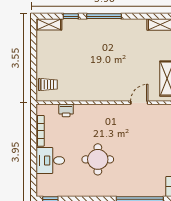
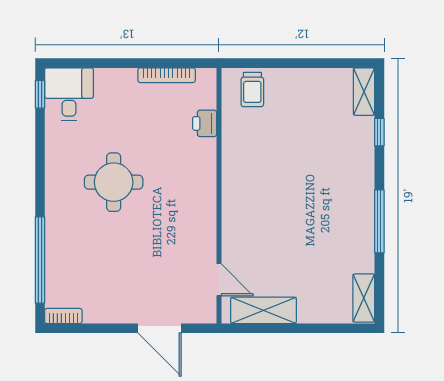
window: (104, 16) -> (379, 221), moved
door: (139, 103) -> (219, 280), moved
desk: (50, 160) -> (69, 94), moved

